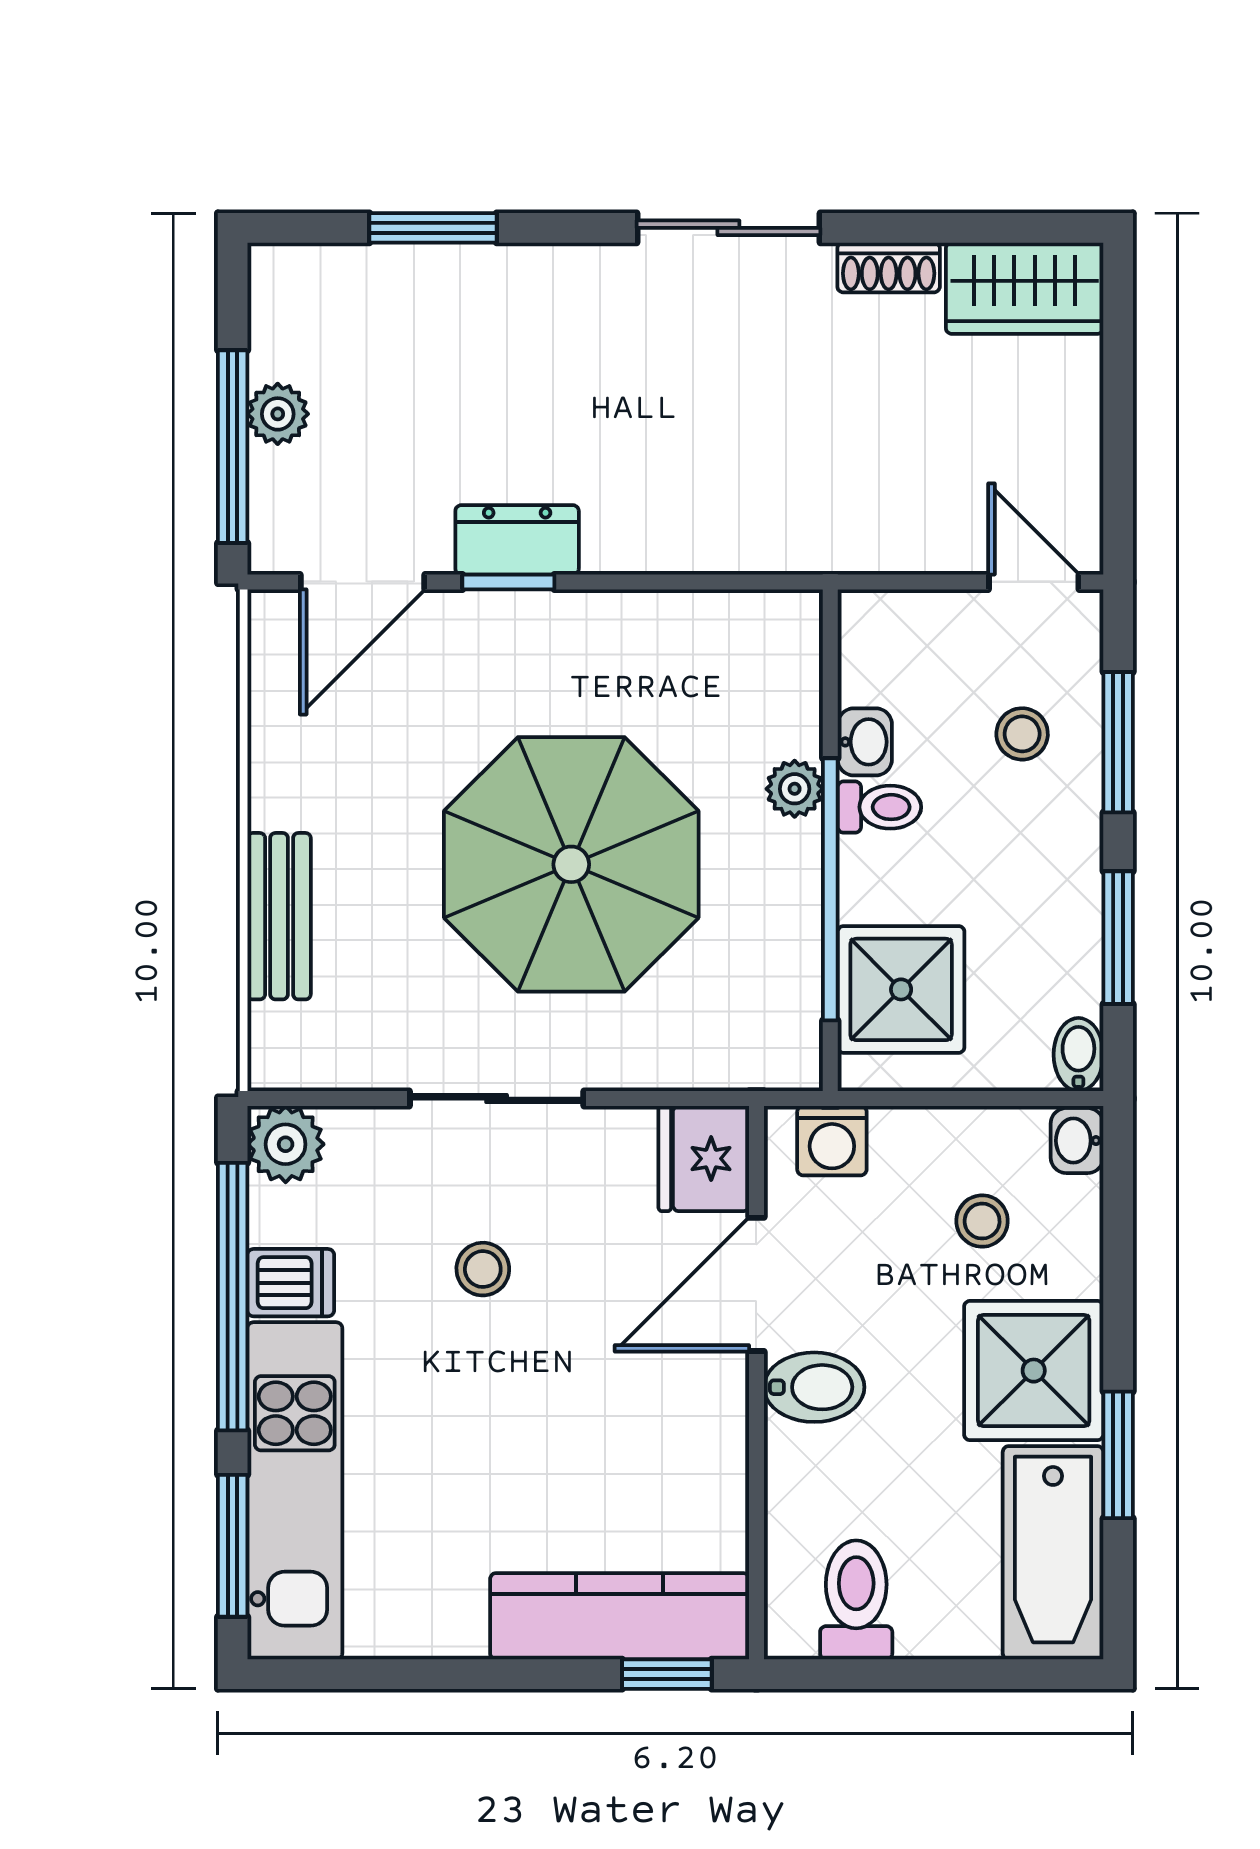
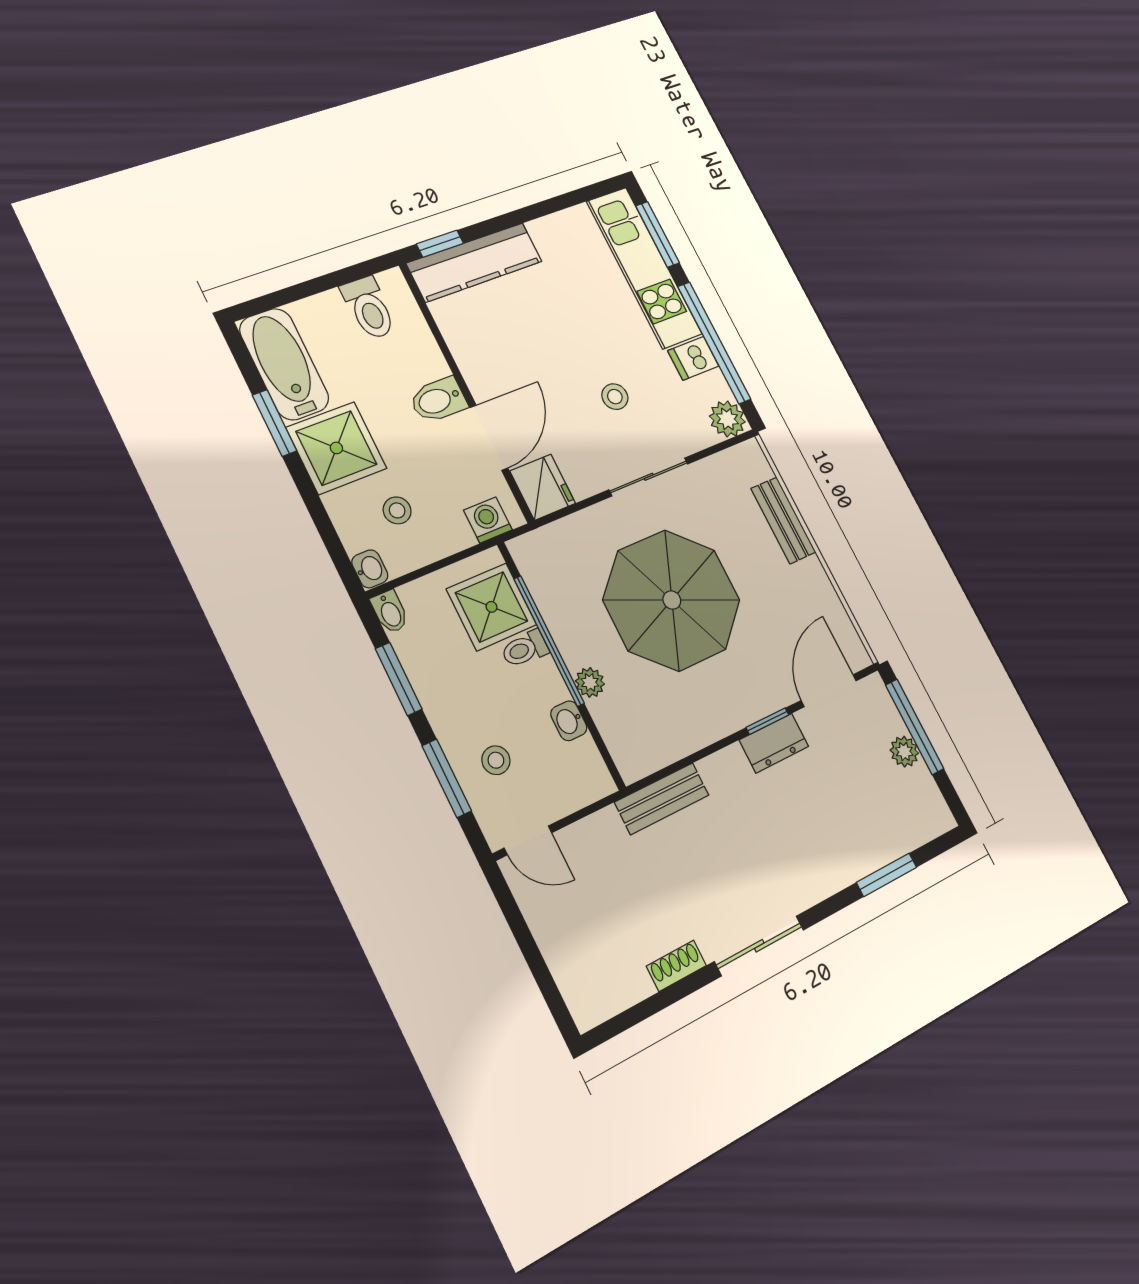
wardrobe: (1025, 288) -> (607, 990), removed
bench: (770, 542) -> (662, 799), added
toilet: (879, 807) -> (525, 649), moved

